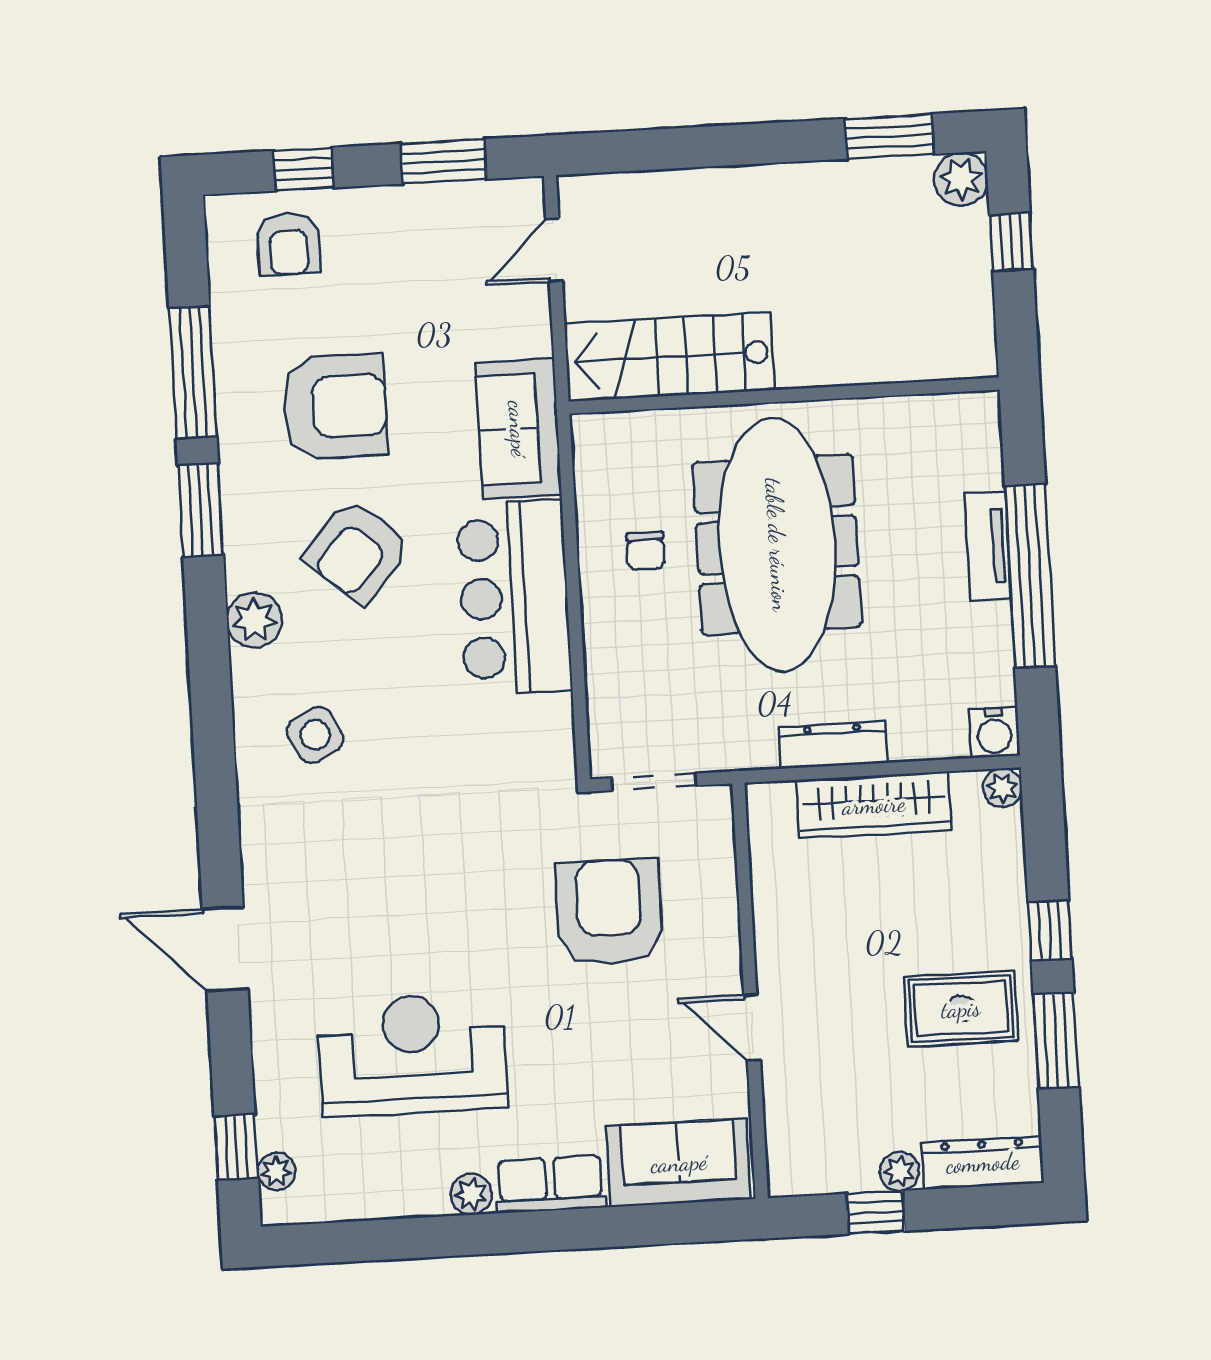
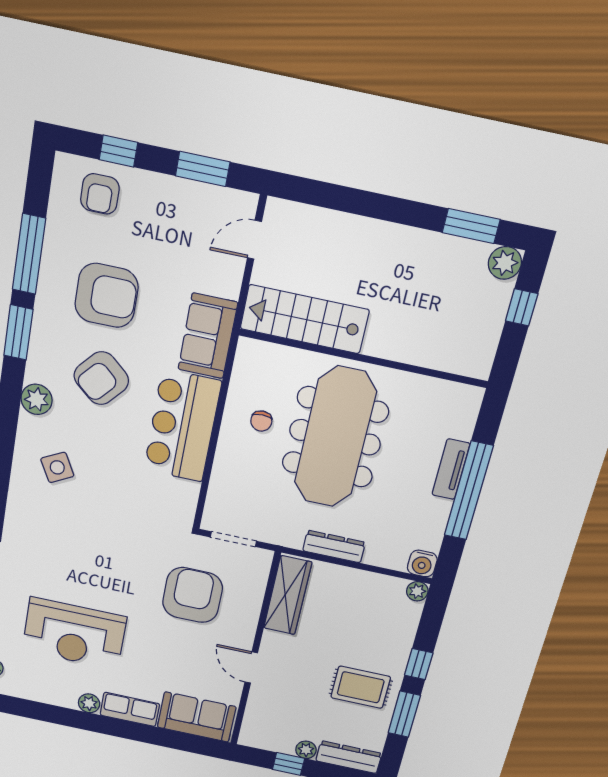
wardrobe: (874, 805) -> (288, 595), moved, turned -90
reception desk: (413, 1054) -> (74, 634), turned 180

